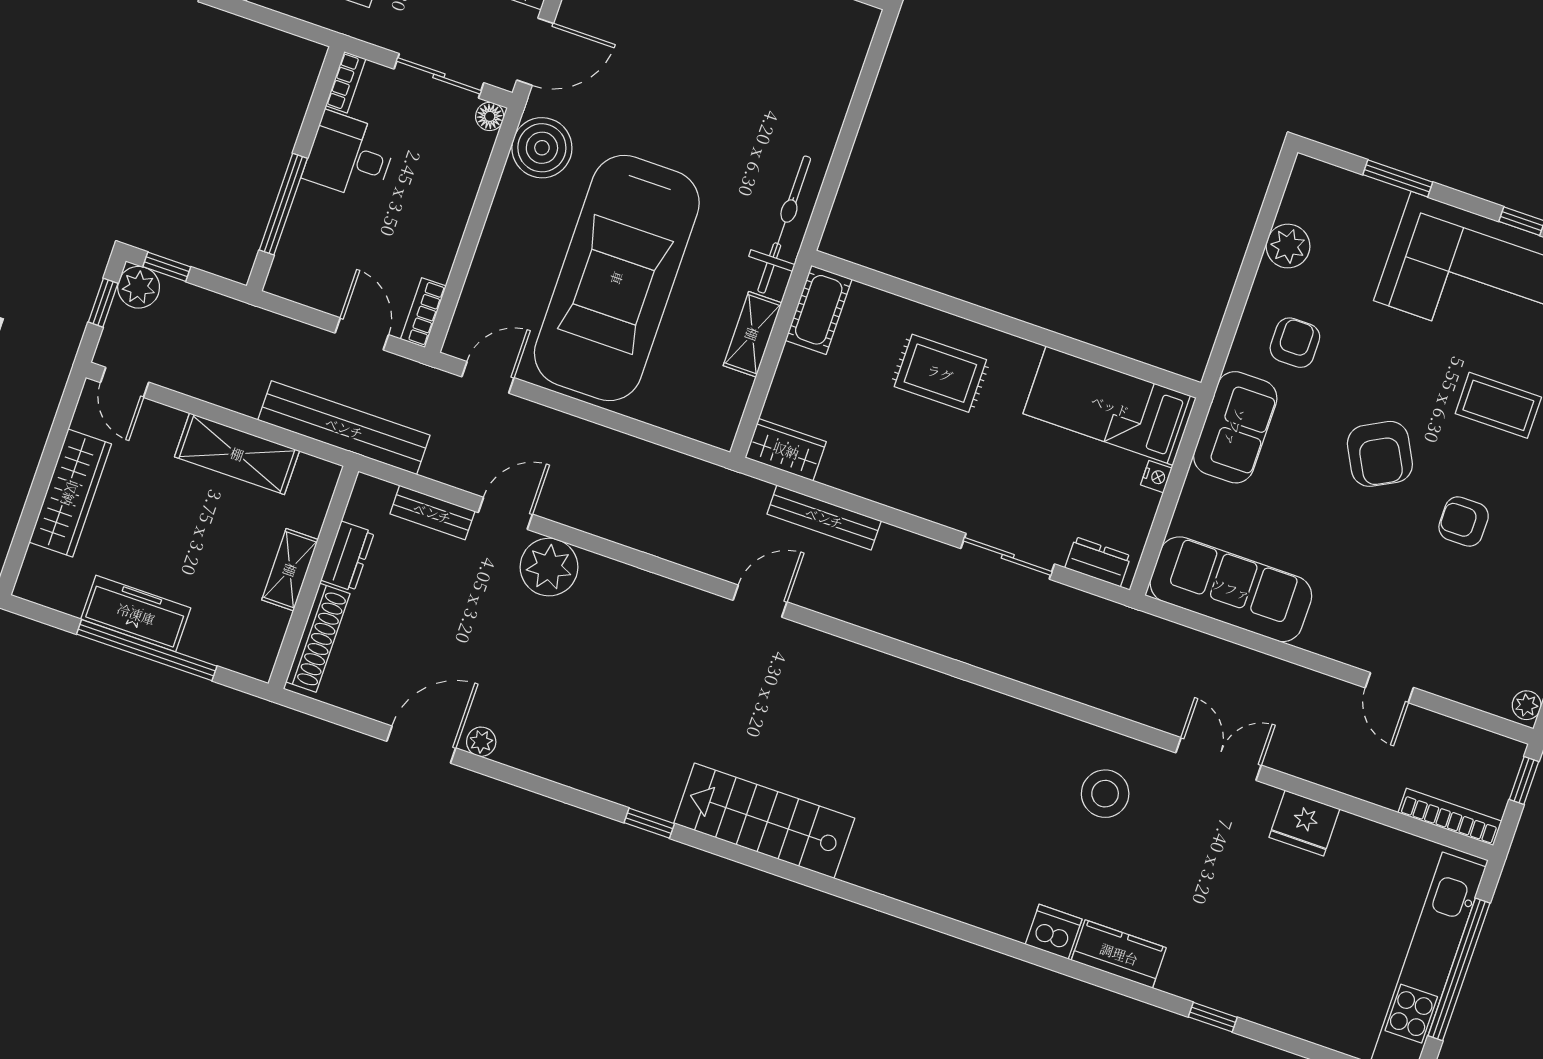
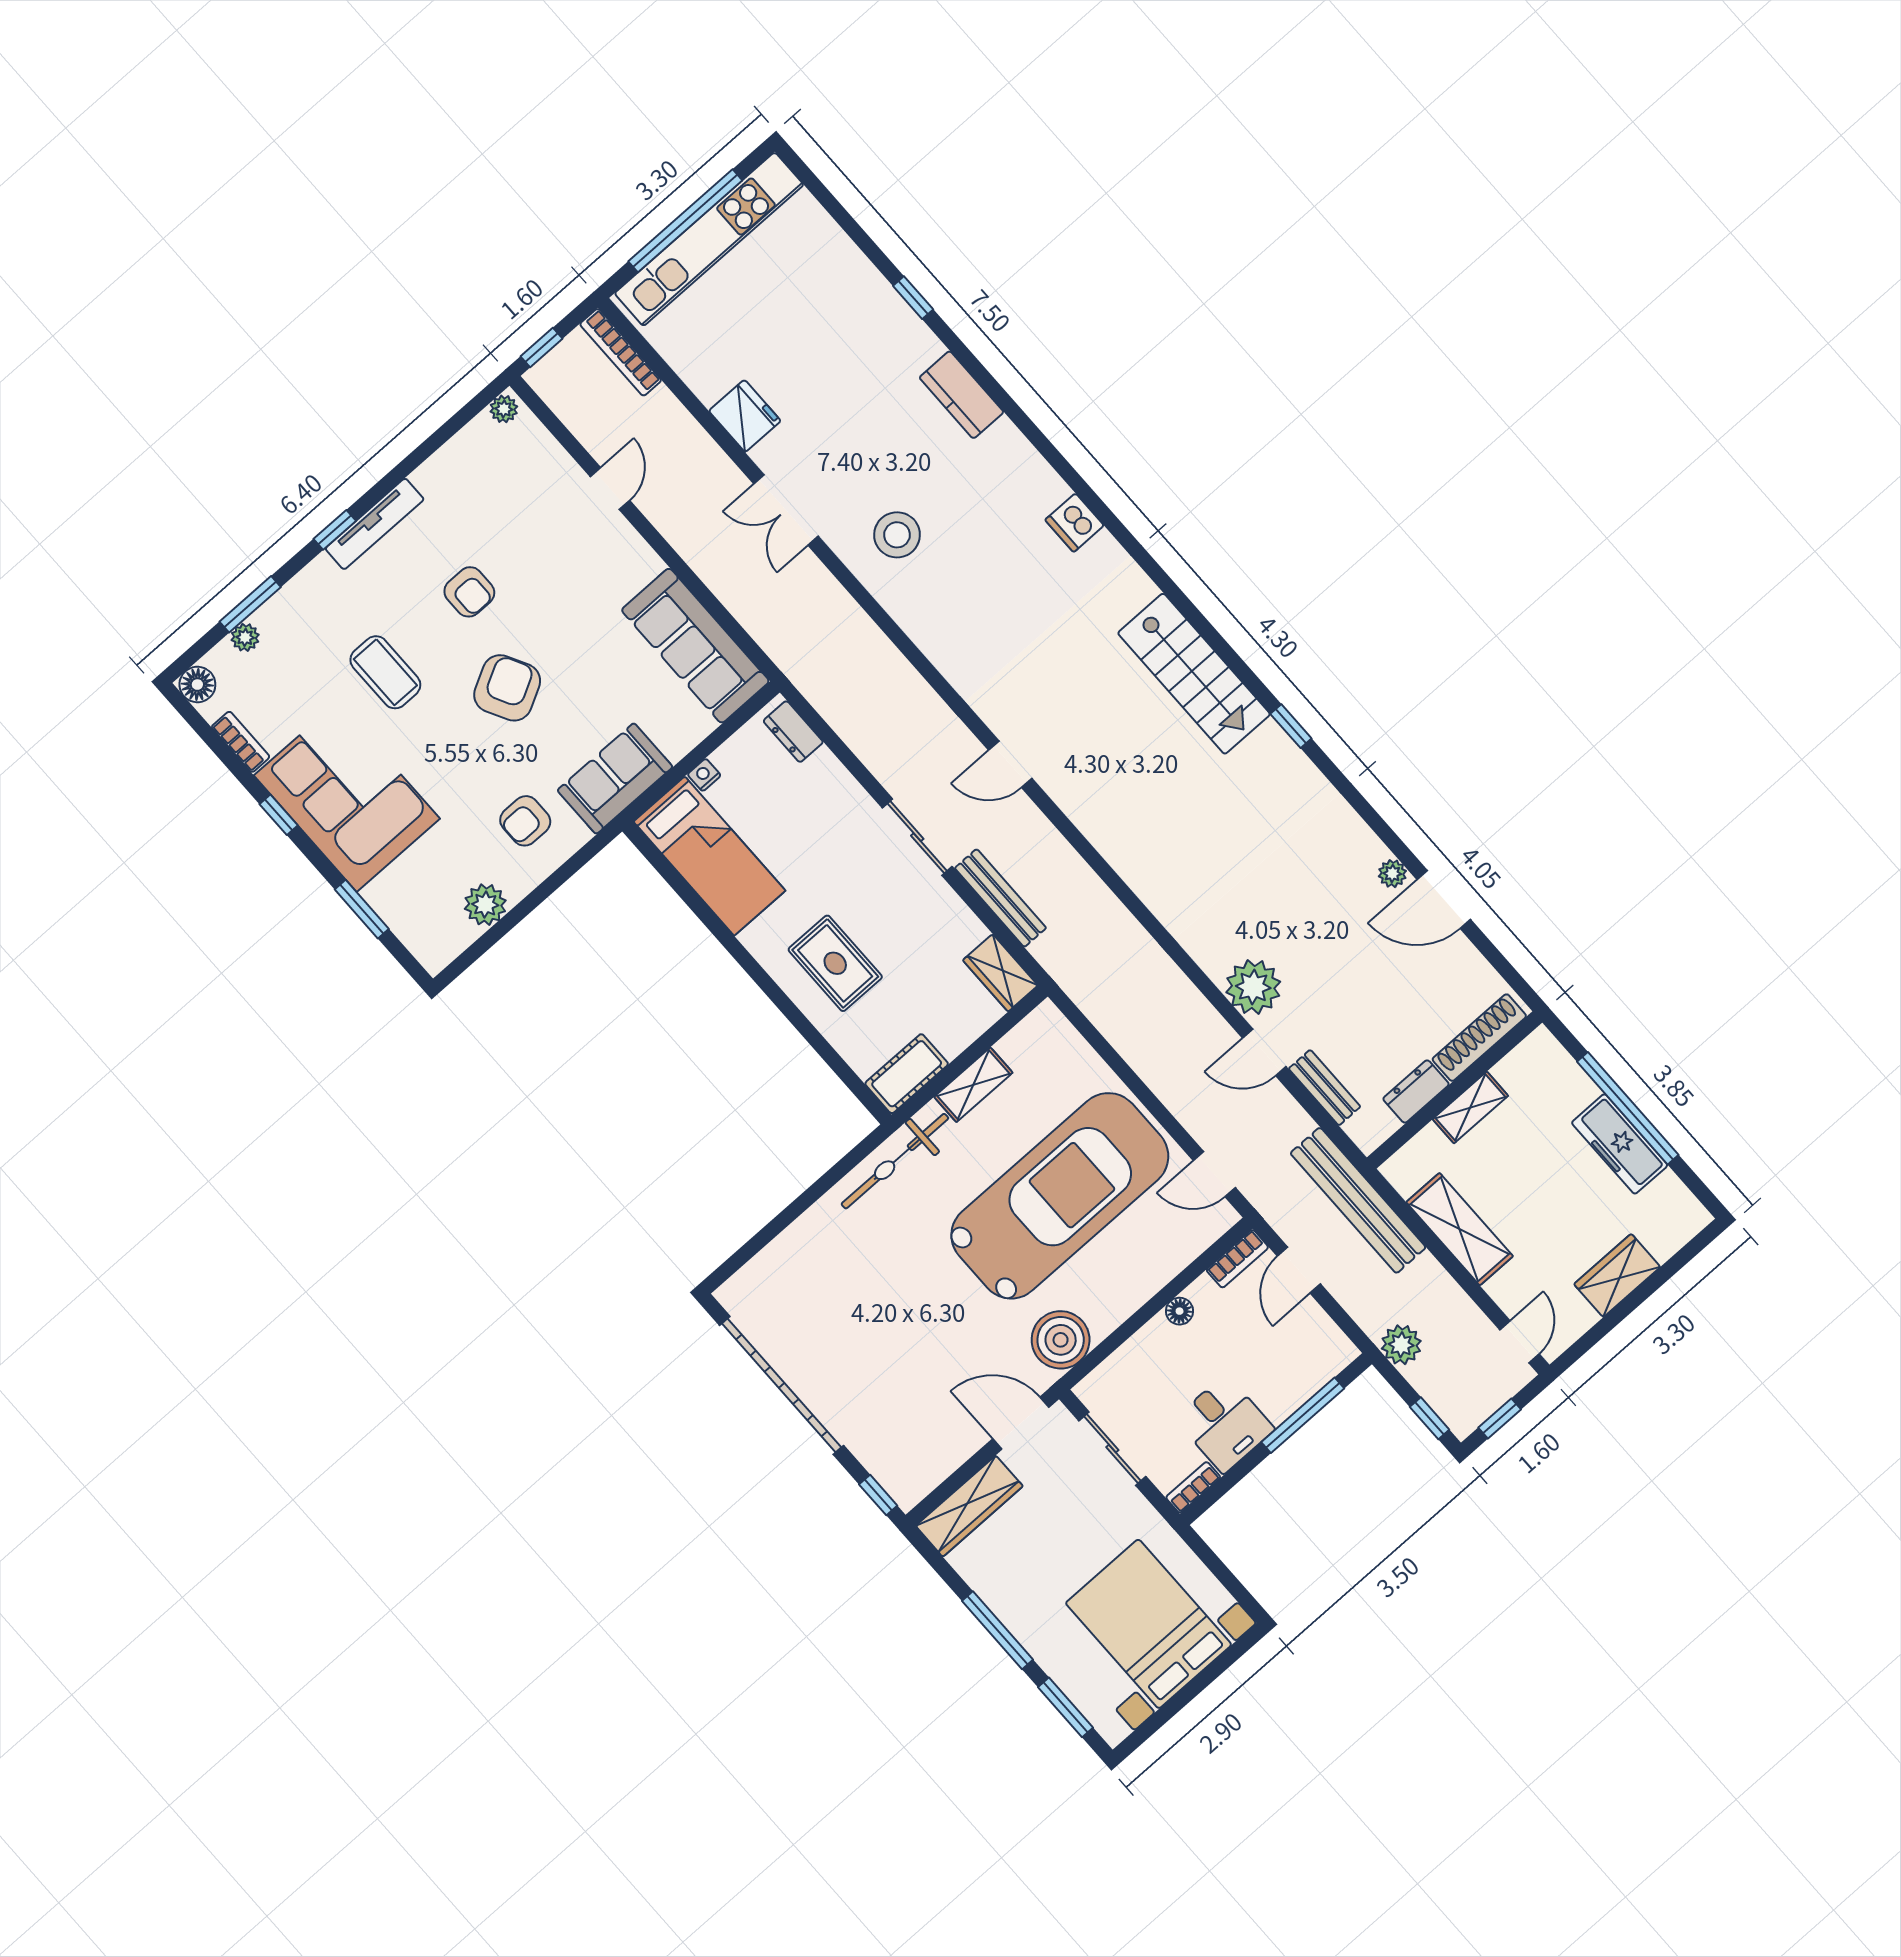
floor lamp: (490, 116) -> (1180, 1311), moved
plant: (139, 287) -> (1401, 1345), moved
wardrobe: (70, 493) -> (1617, 1275), width x0.67
sliding door: (1008, 556) -> (917, 837), moved
door: (760, 601) -> (1010, 764), moved
dishwasher: (1054, 932) -> (1075, 523), moved

